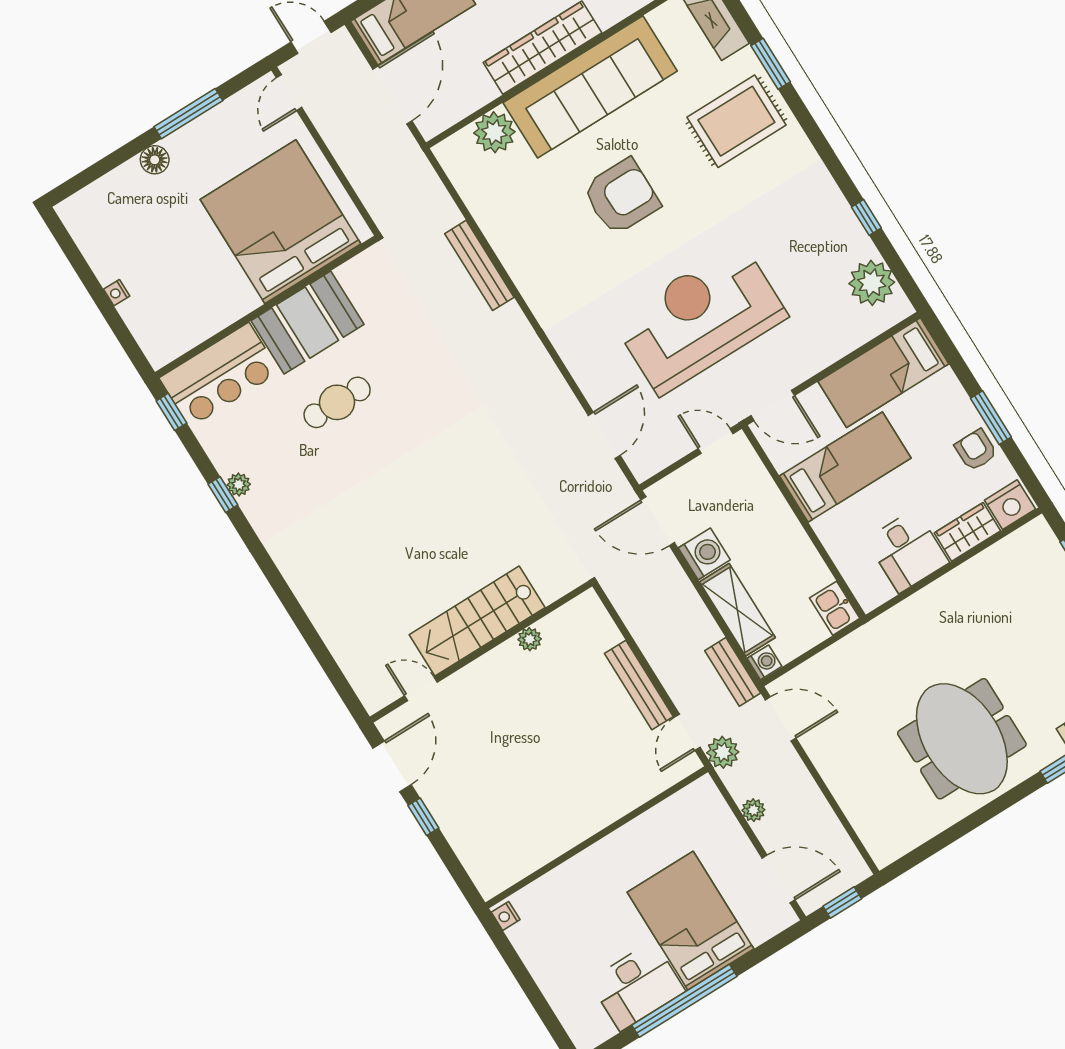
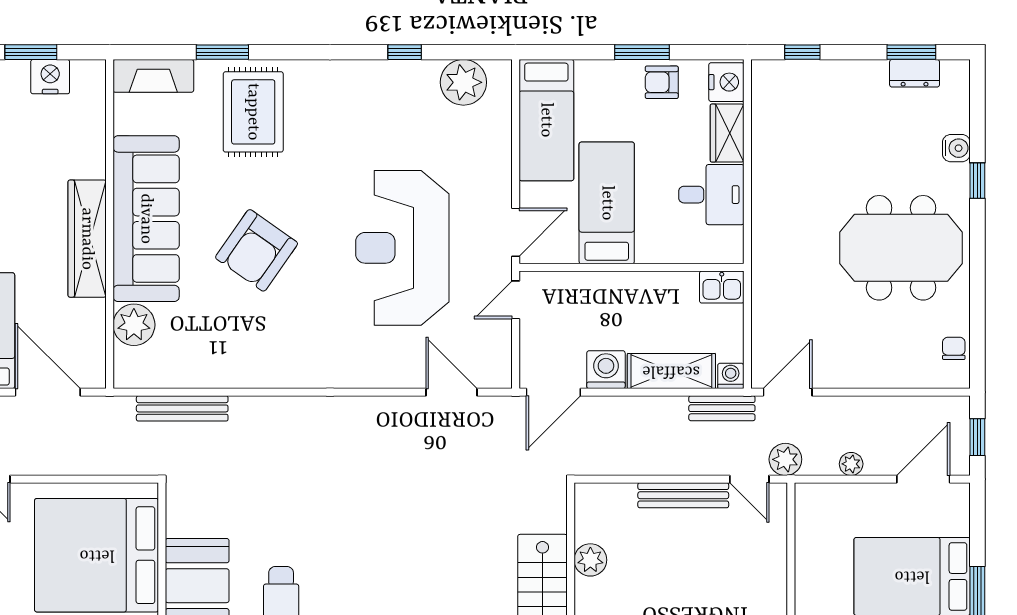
armchair: (621, 197) -> (257, 250), turned -145
bench: (479, 265) -> (182, 408), moved
plant: (530, 639) -> (590, 560), width x1.38, depth x1.38
chair: (905, 836) -> (954, 348), added

